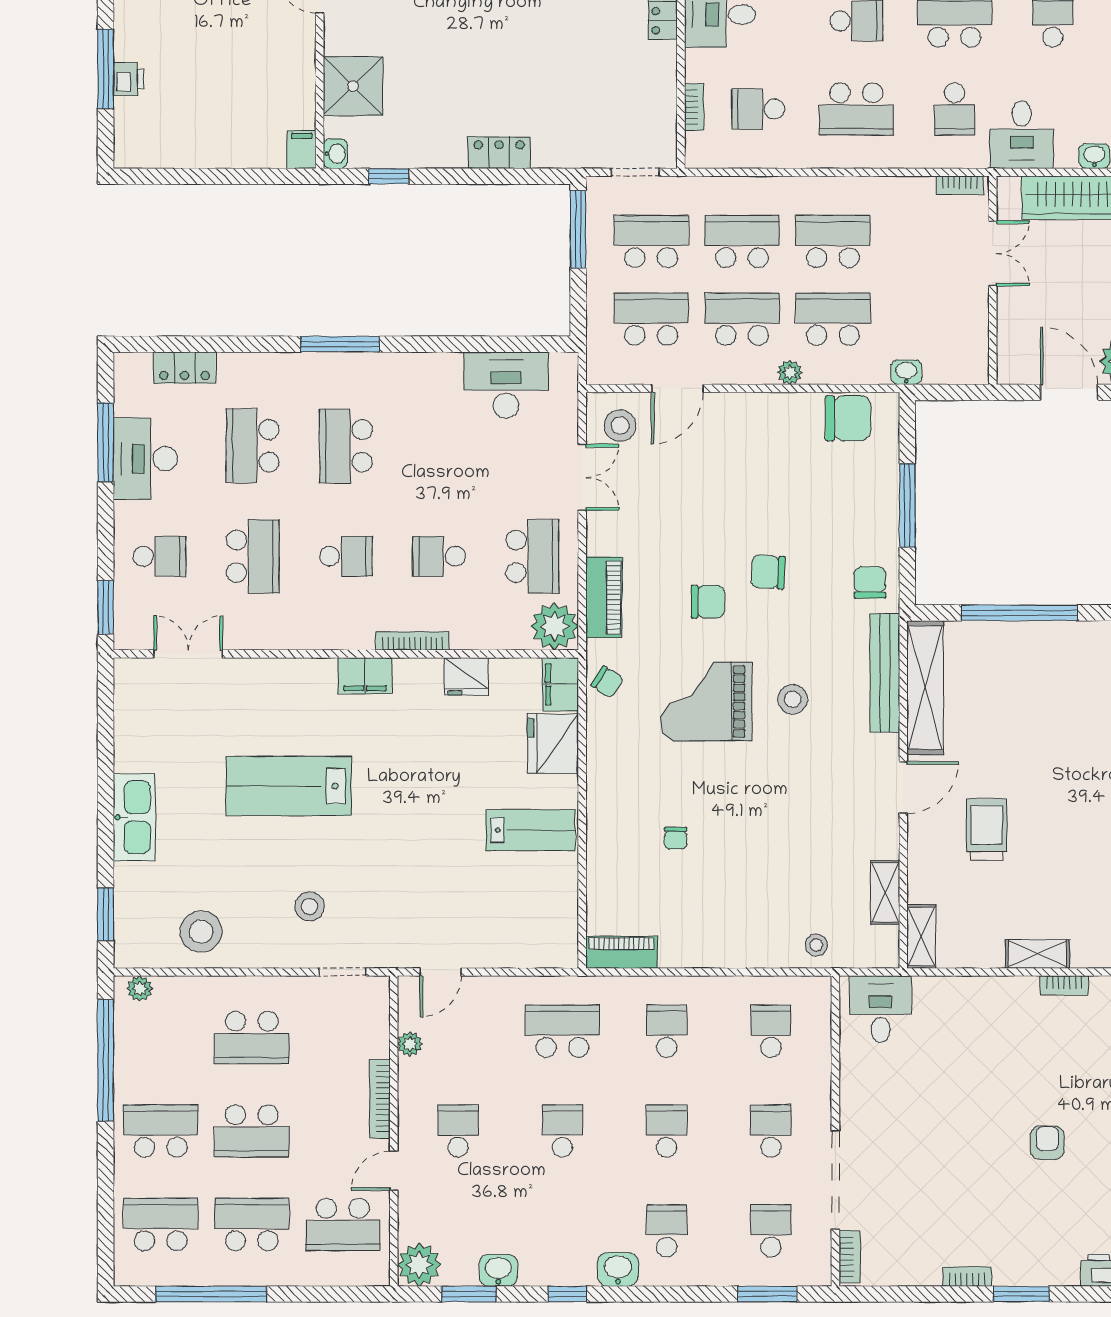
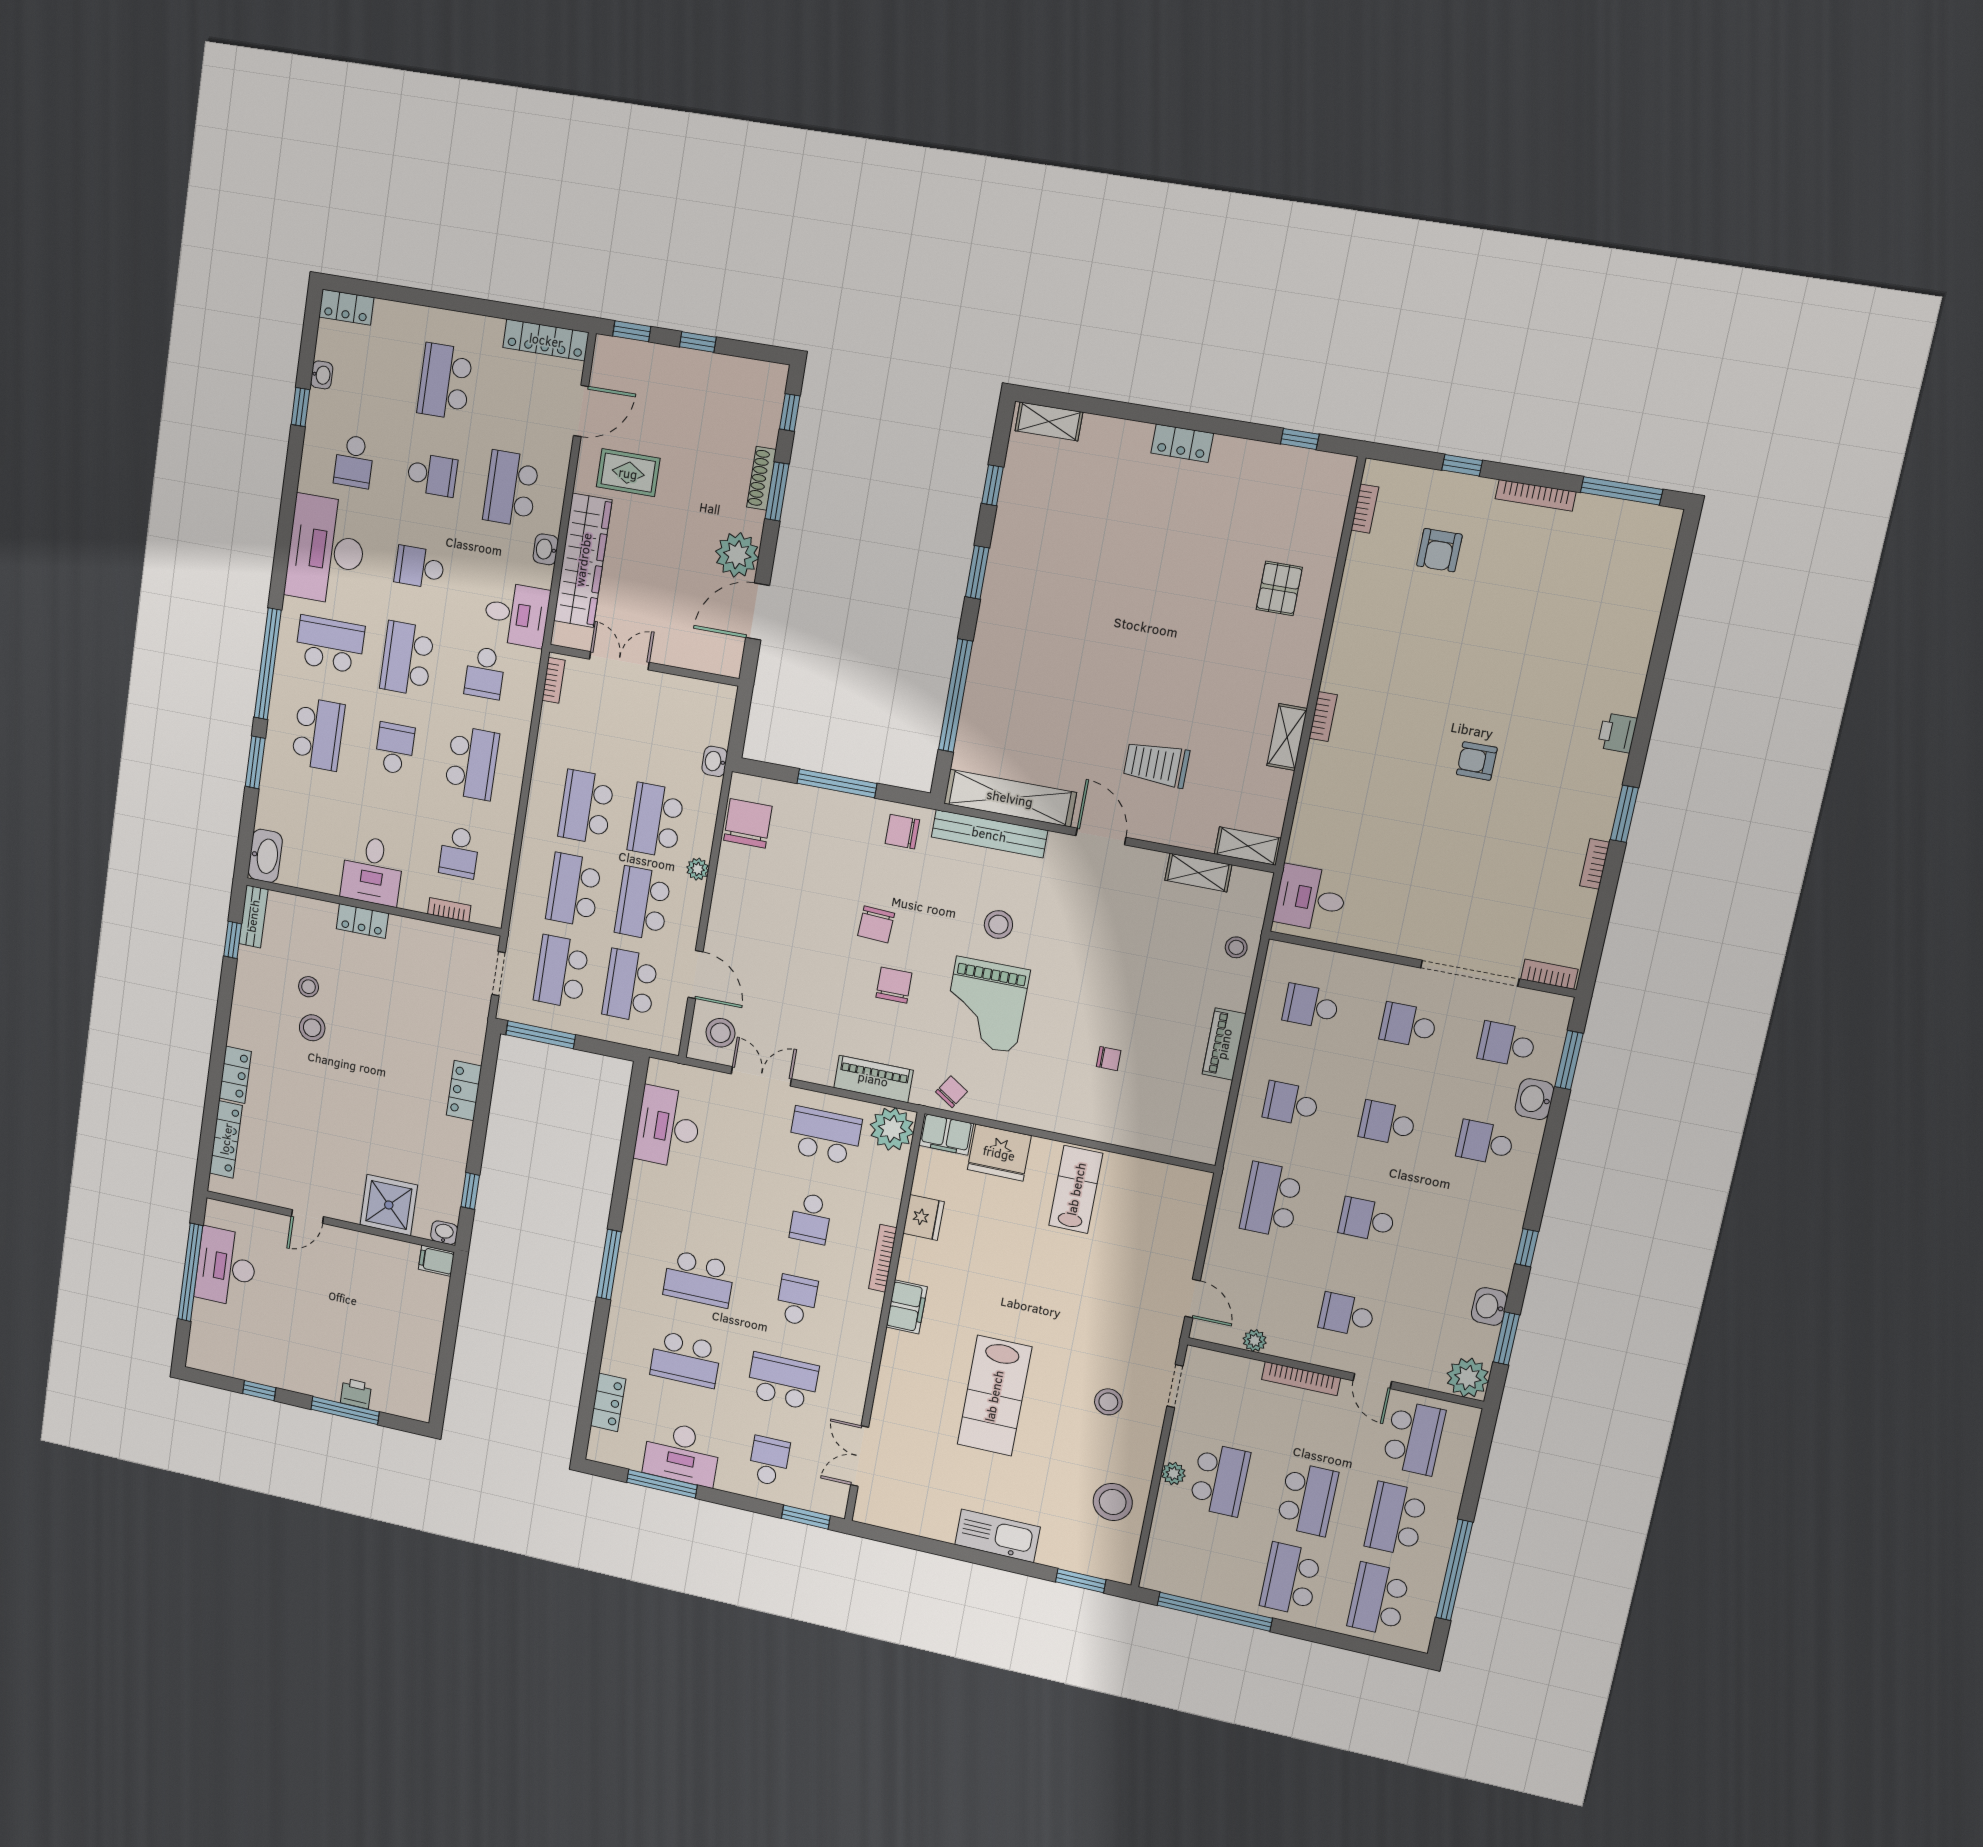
school desk: (955, 109) -> (485, 673), turned 90
piano: (622, 952) -> (1224, 1044), moved
plant: (140, 989) -> (1173, 1474), moved
washbasin: (618, 1269) -> (1534, 1099), moved

